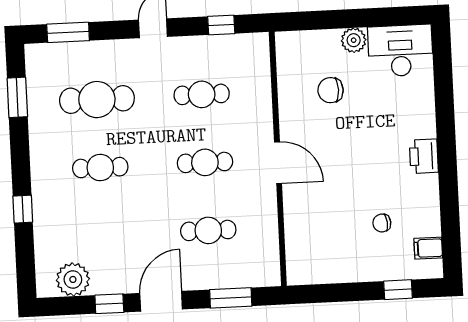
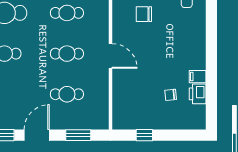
printer: (424, 156) -> (198, 94), moved
filing cabinet: (428, 248) -> (198, 77), moved
window: (398, 290) -> (144, 135), moved

